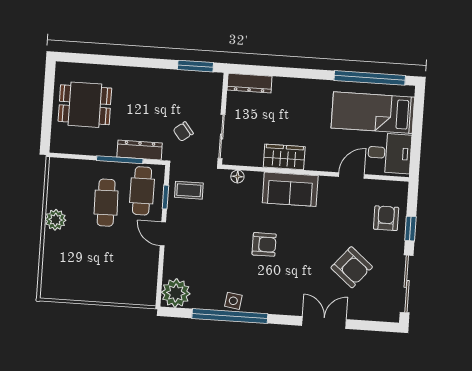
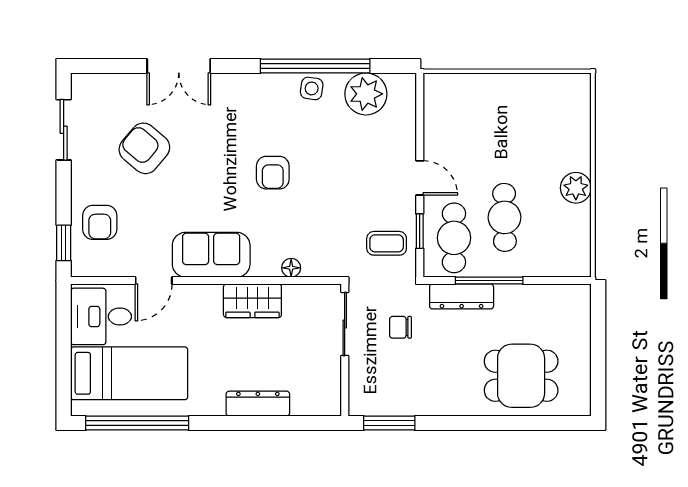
dresser: (249, 83) -> (258, 404), moved
dining table: (85, 105) -> (521, 376), moved
chair: (183, 132) -> (400, 327), turned -142
floor lamp: (237, 177) -> (291, 268), moved
sofa: (290, 189) -> (211, 255), moved
window: (410, 229) -> (64, 243), moved
armchair: (264, 244) -> (273, 173), turned -90
sliding door: (407, 284) -> (64, 130), width x0.73
plant: (176, 293) -> (366, 94), moved

